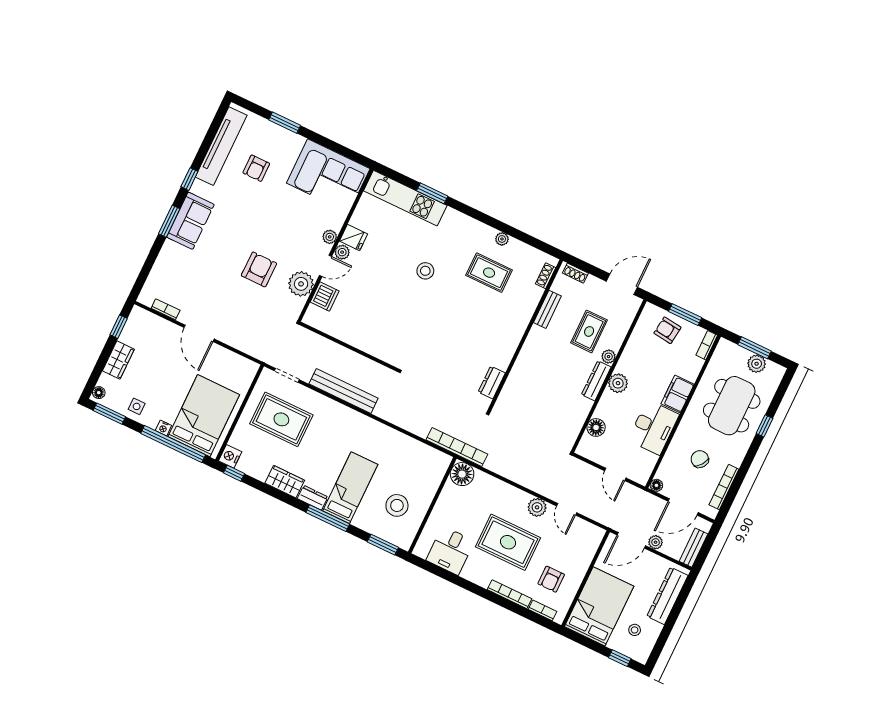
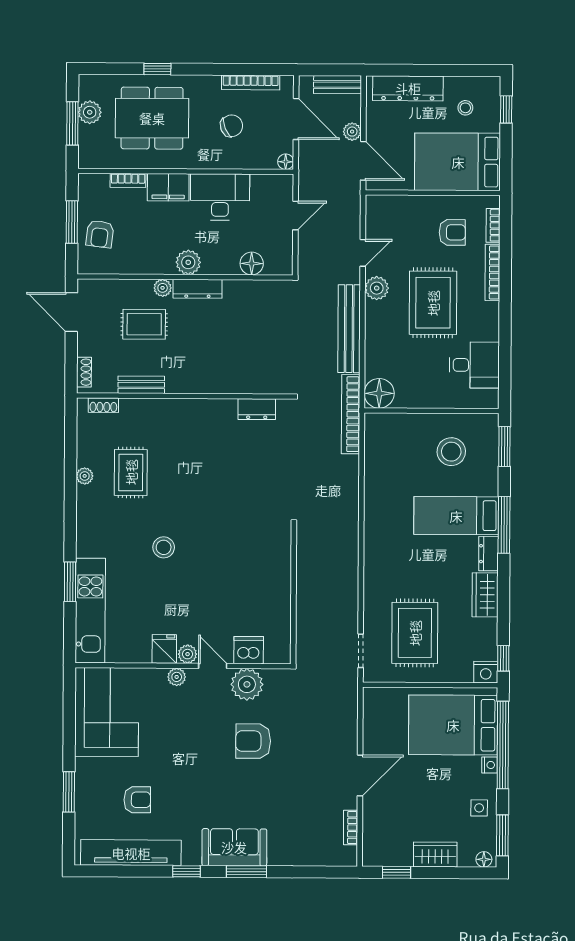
bookcase: (707, 345) -> (128, 180), moved
bench: (344, 391) -> (349, 329), moved
chair: (700, 459) -> (231, 126), turned -149

